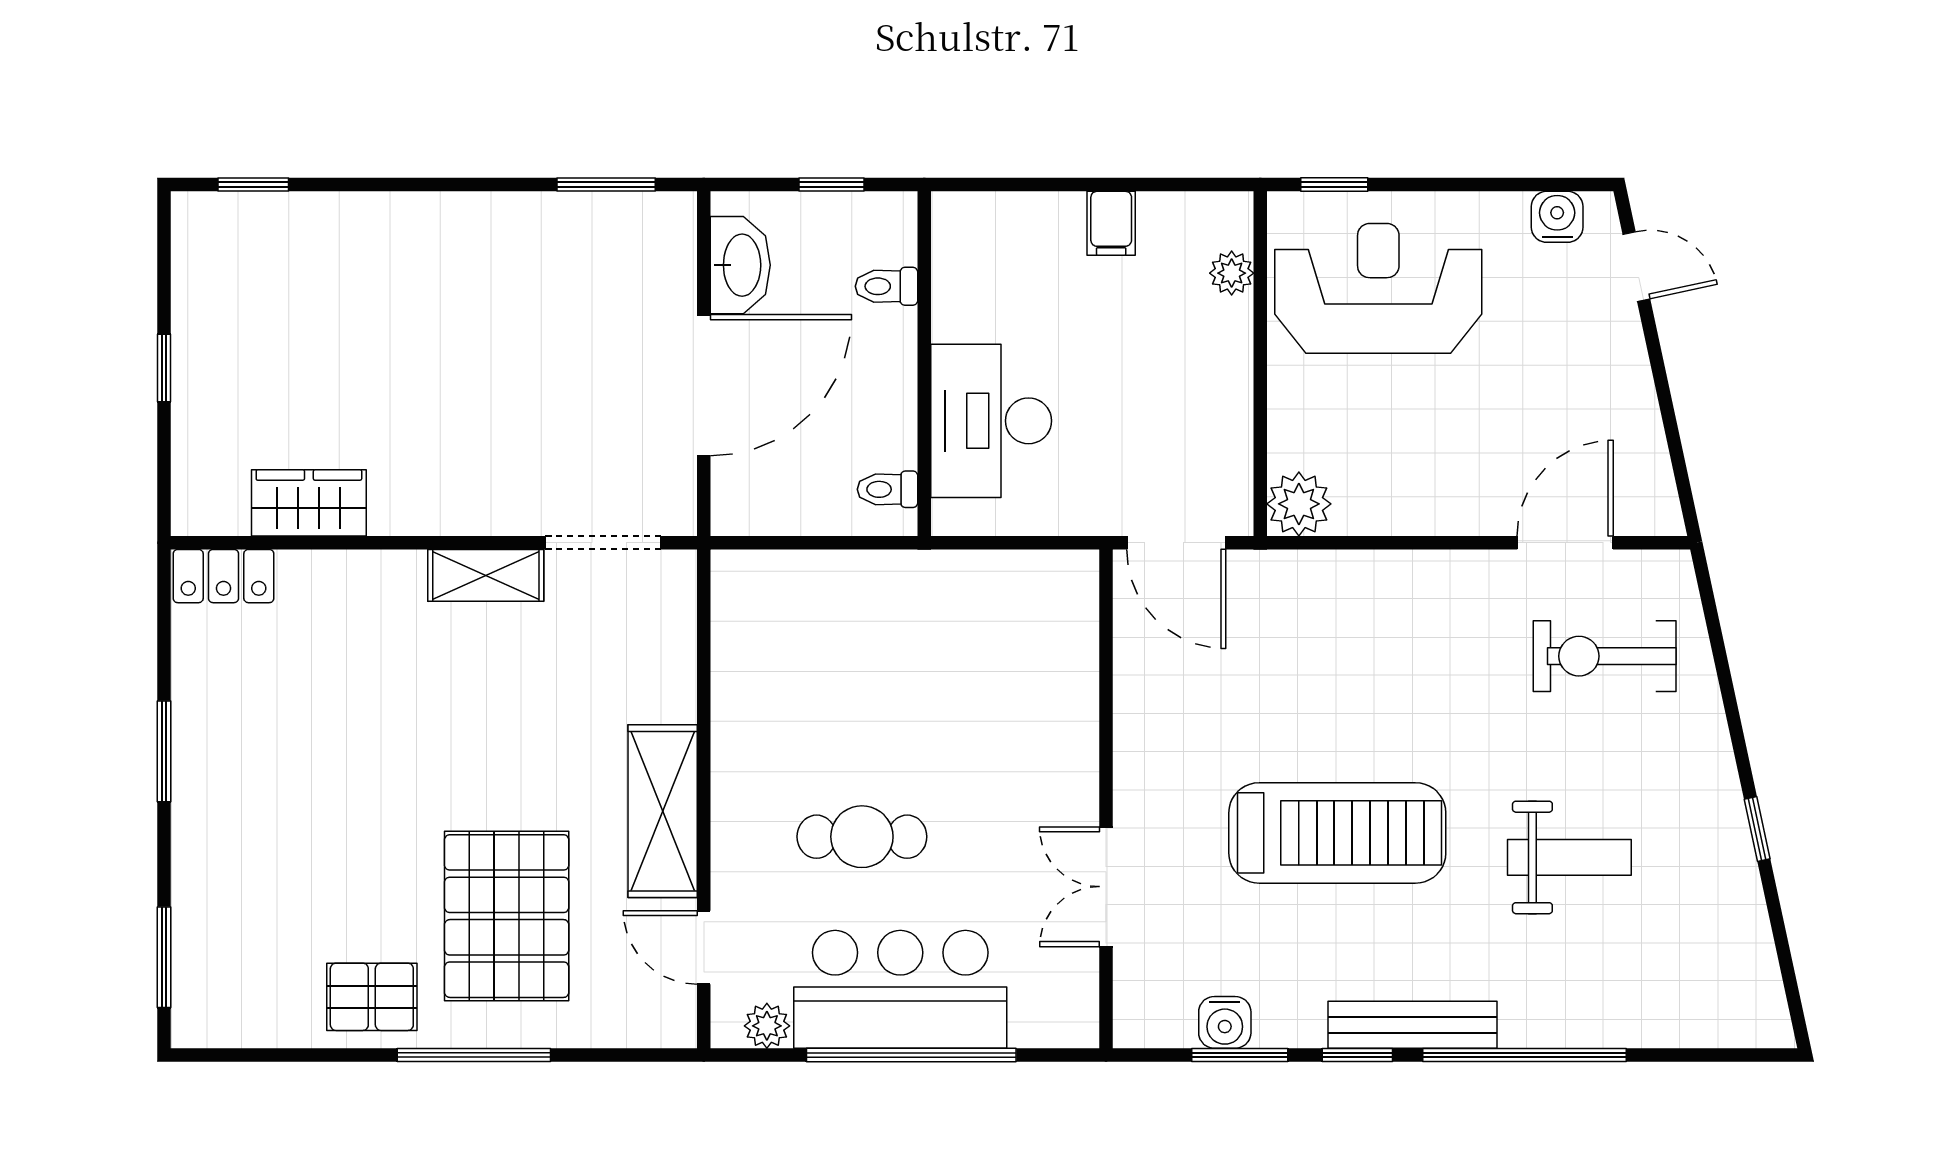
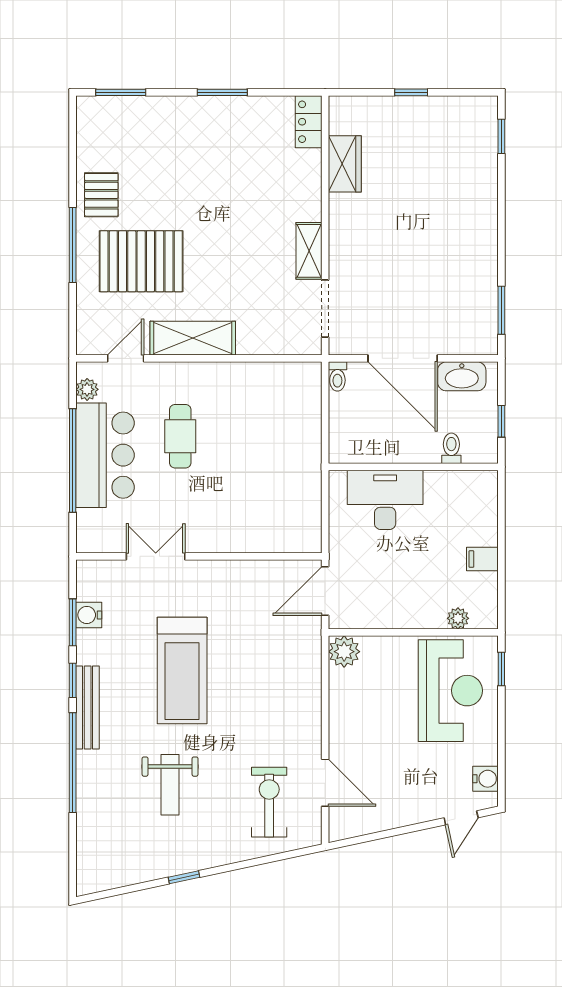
toilet: (888, 489) -> (337, 376), moved, turned 180

